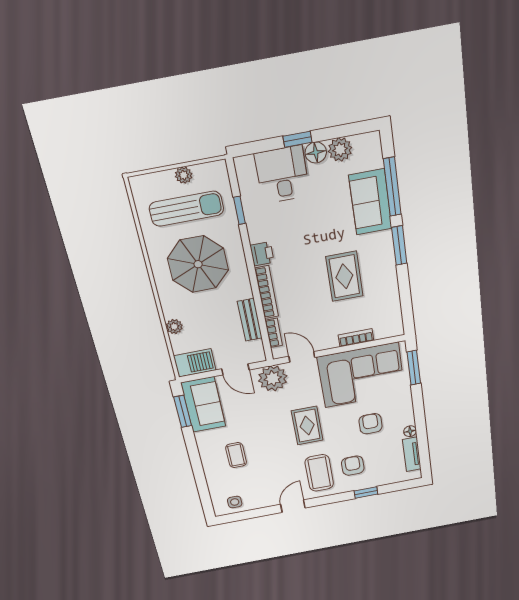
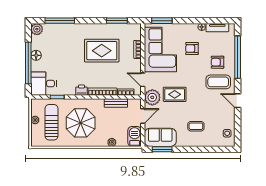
window: (297, 139) -> (28, 63), width x3.17
plant: (340, 150) -> (37, 29), moved
desk: (282, 175) -> (44, 84), moved
sofa: (370, 202) -> (65, 32), removed
window: (399, 245) -> (117, 21), moved
rug: (344, 276) -> (102, 51), width x1.36, depth x1.43
door: (302, 357) -> (143, 80), hinge flipped
rug: (307, 426) -> (175, 94), moved
window: (366, 492) -> (238, 57), width x3.17

